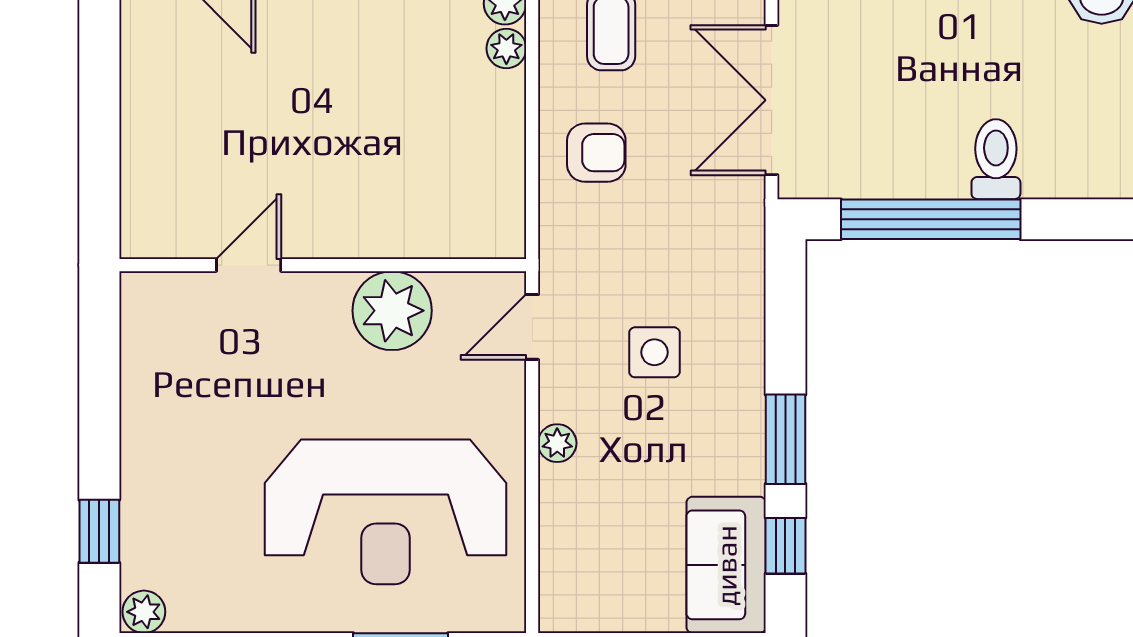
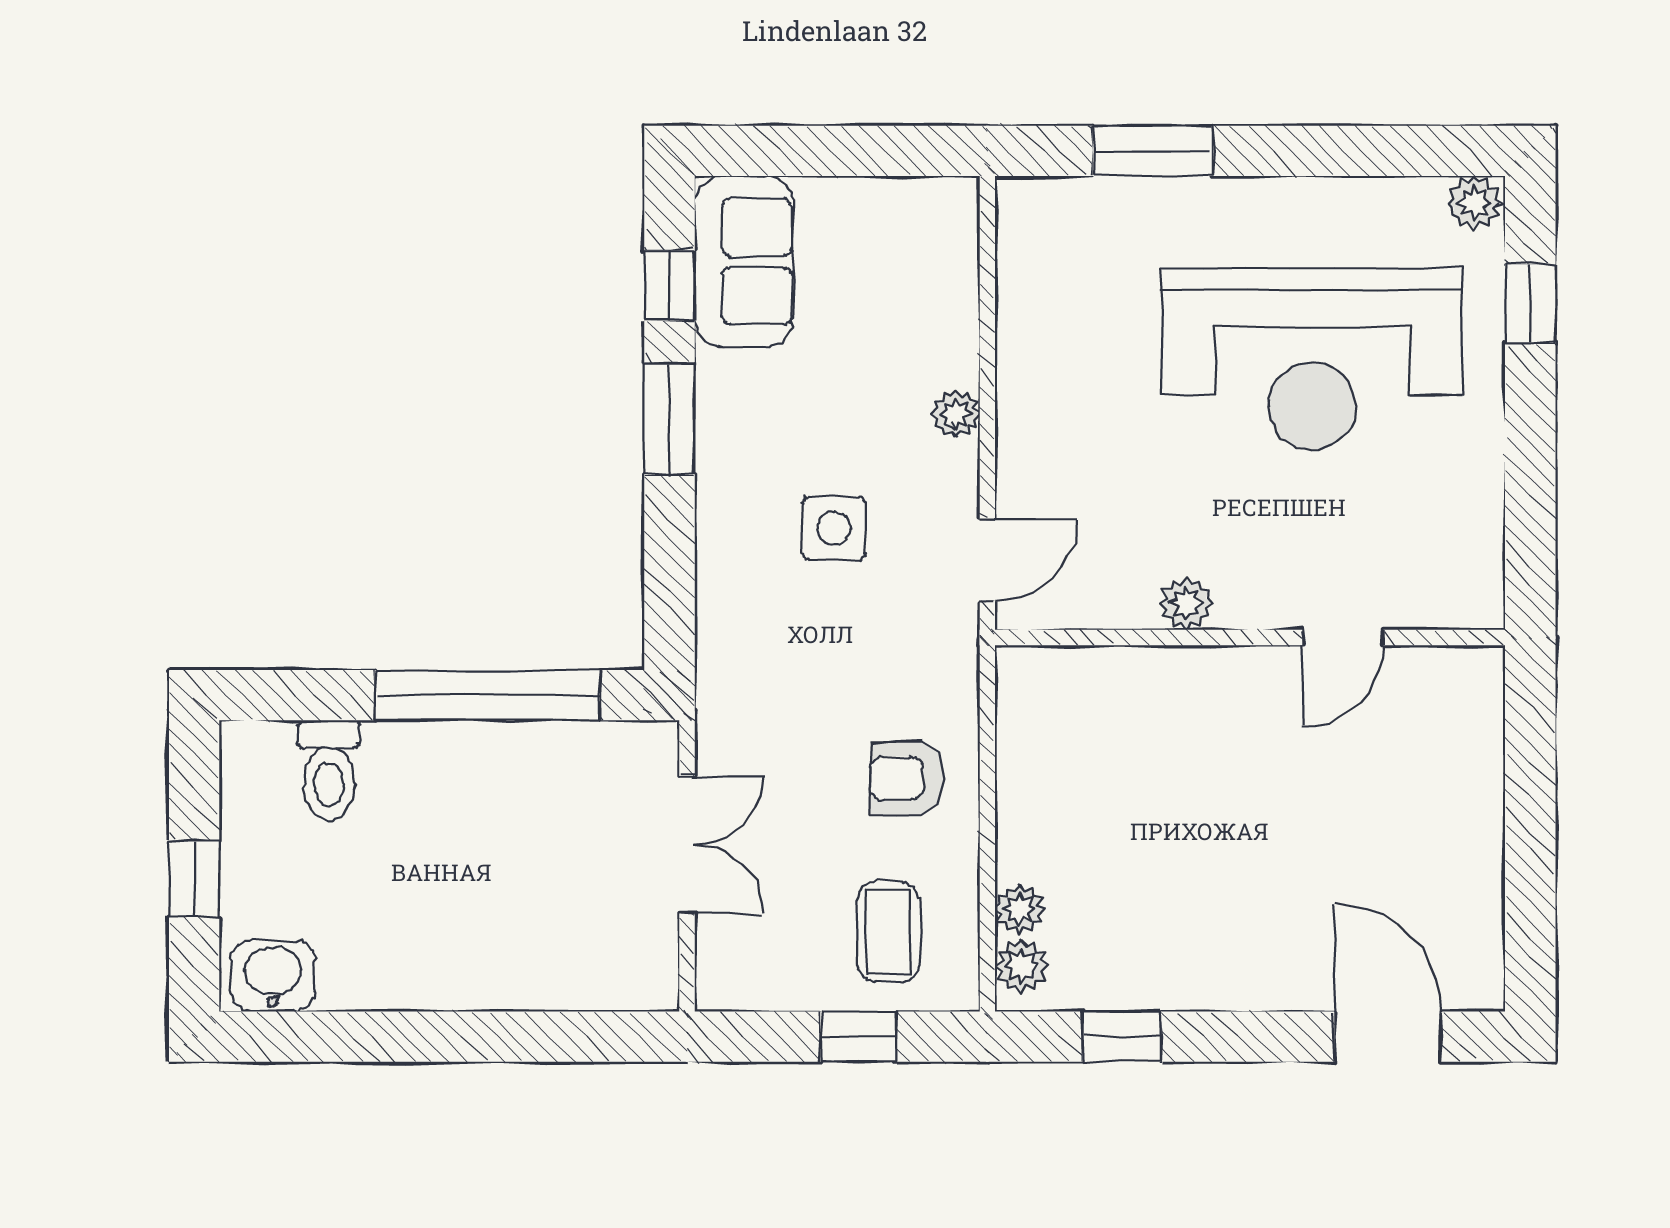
double door: (772, 100) -> (687, 845), width x0.73
toilet: (996, 159) -> (329, 770), moved
plant: (392, 311) -> (1186, 604), width x0.53, depth x0.53
reception desk: (386, 512) -> (1312, 359), moved, turned 180

